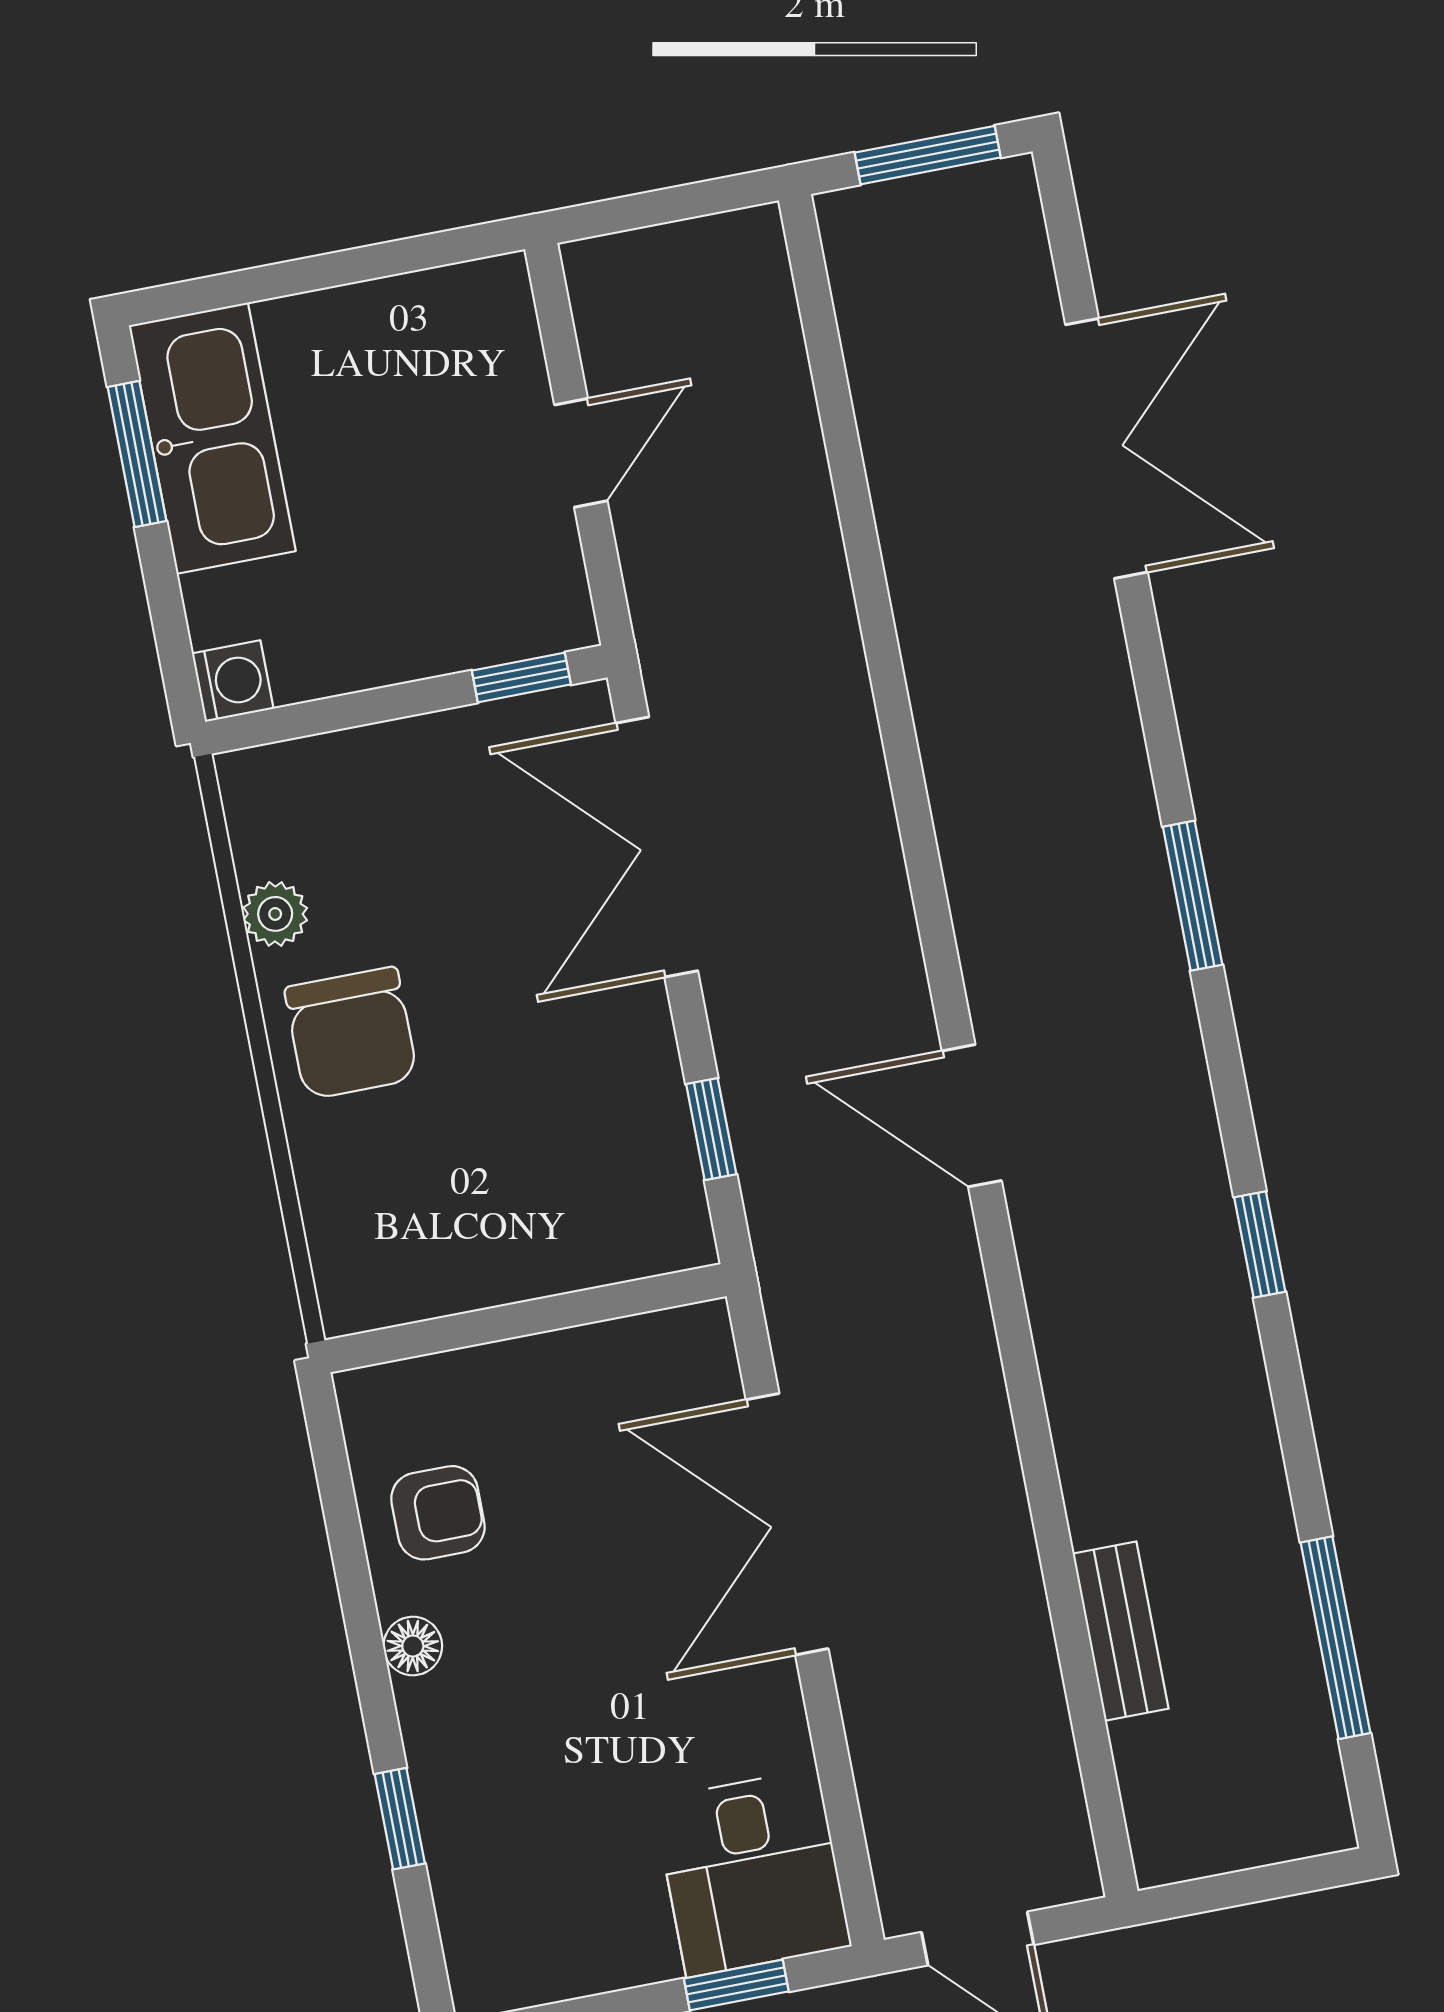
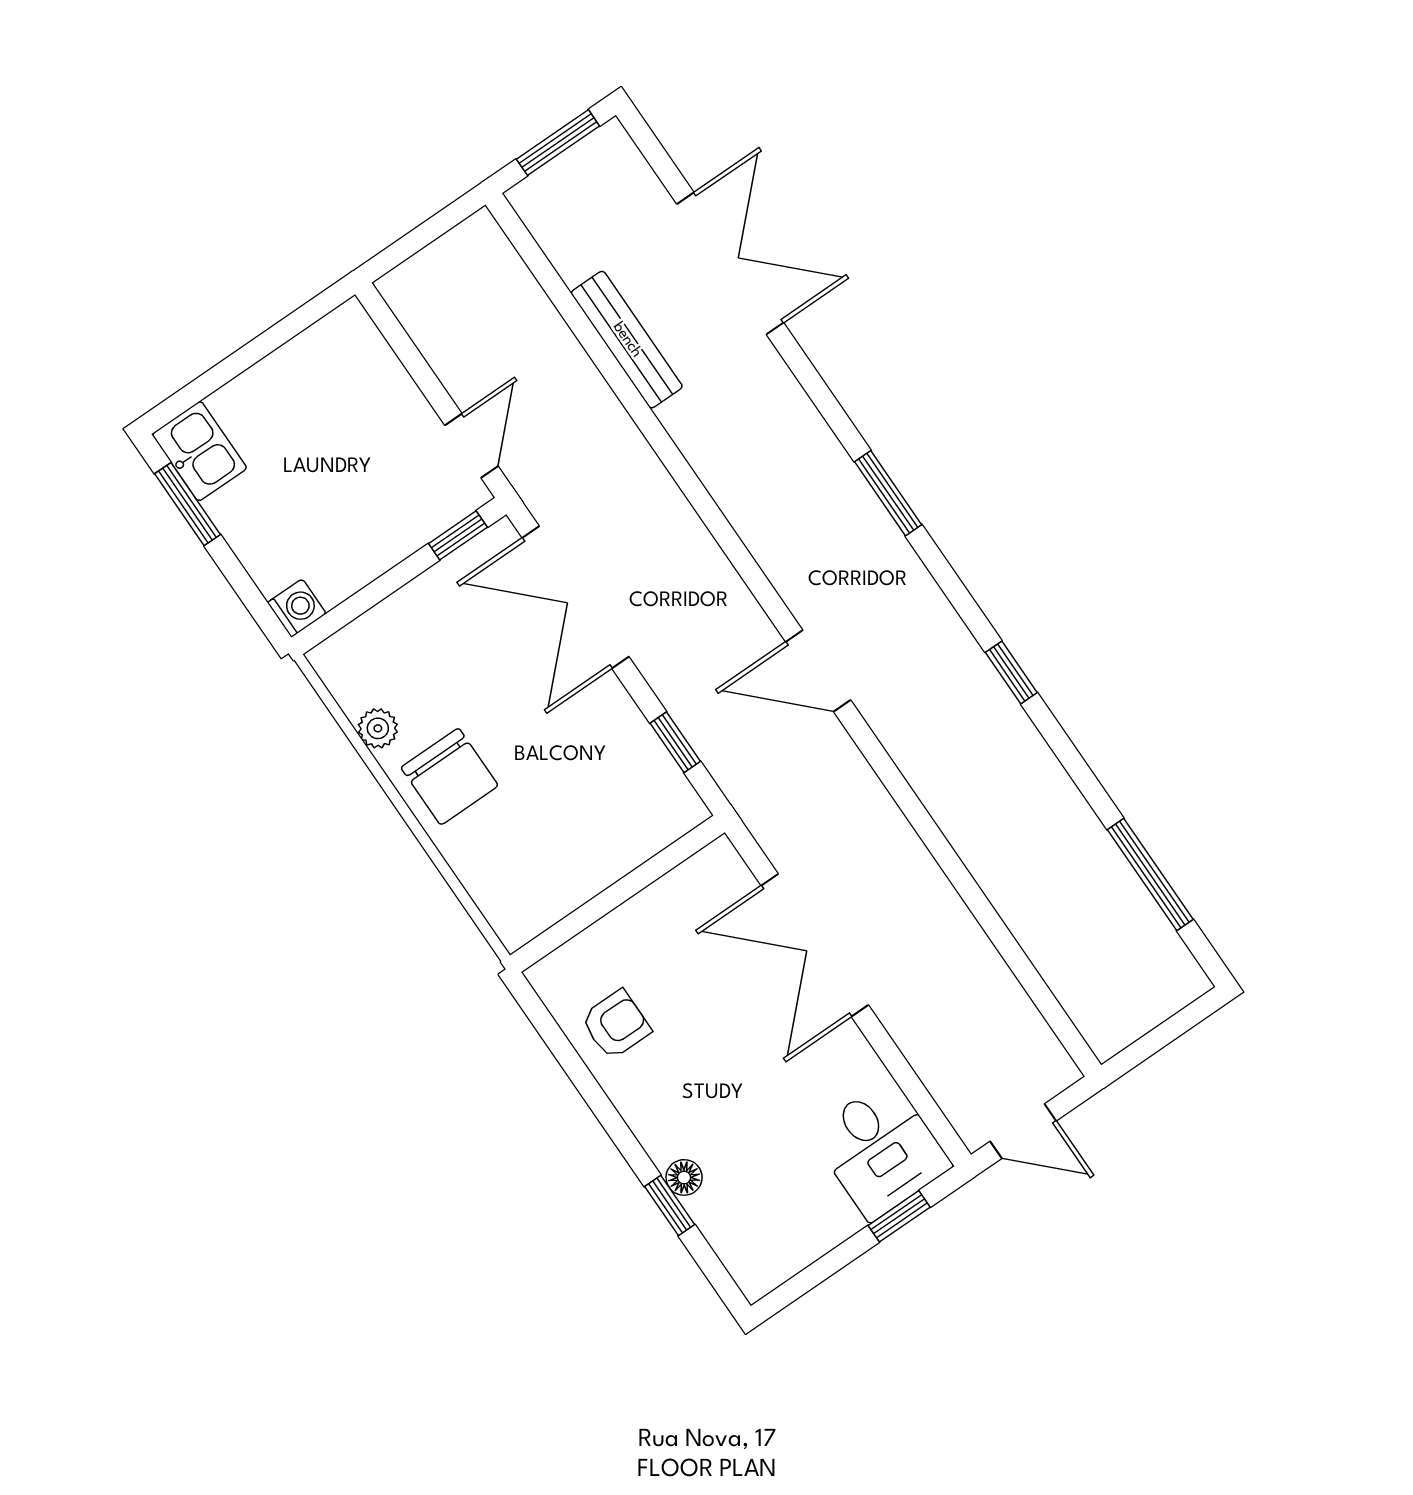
kitchen sink: (212, 438) -> (199, 451), width x0.53, depth x0.81
door: (581, 453) -> (471, 446), moved
bench: (1121, 1631) -> (627, 340), moved, width x1.36
floor lamp: (413, 1646) -> (684, 1177), moved

